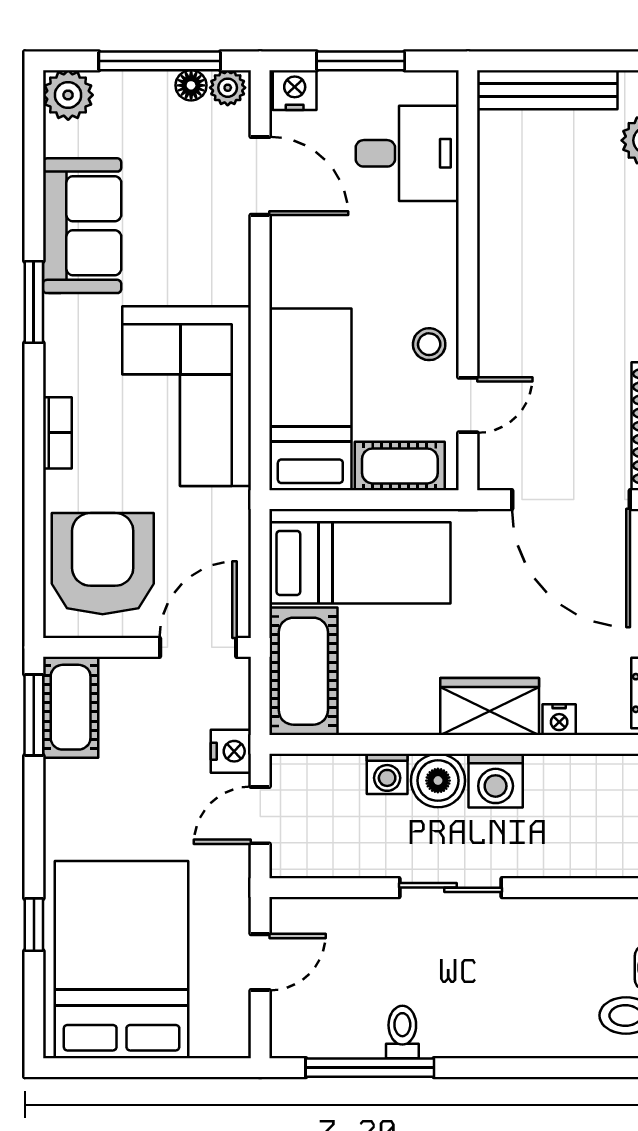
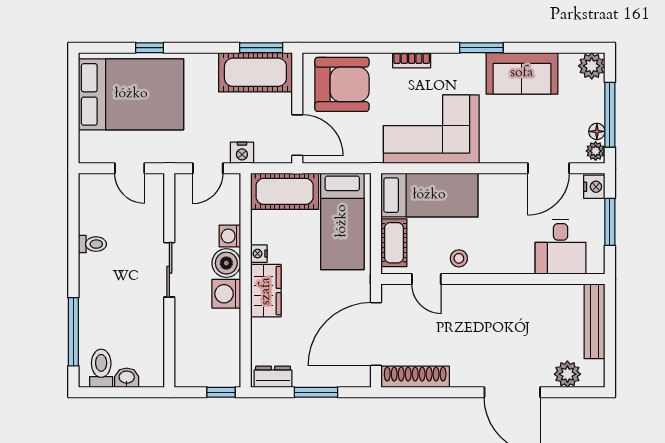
cot: (71, 707) -> (255, 72), width x1.37, depth x1.34
nightstand: (559, 720) -> (259, 254), moved
door: (260, 815) -> (208, 168), swing flipped
window: (370, 1068) -> (73, 332), moved

